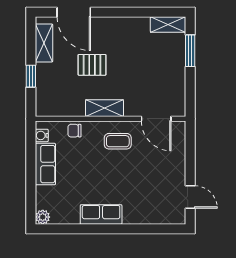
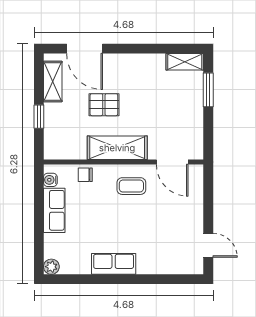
shelving: (105, 108) -> (117, 148), width x1.50, depth x1.33

